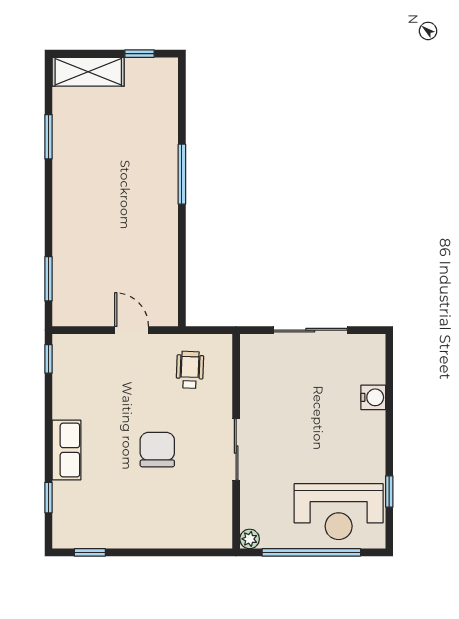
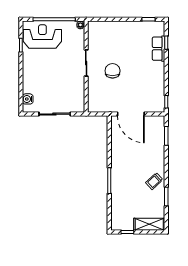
trolley: (77, 173) -> (154, 181), added
door: (132, 330) -> (131, 114), width x1.87
wheelchair: (190, 370) -> (106, 97), removed
water cooler: (373, 397) -> (28, 99), moved
row of seats: (66, 450) -> (159, 49), moved
chair: (157, 450) -> (113, 71), moved, turned 180

